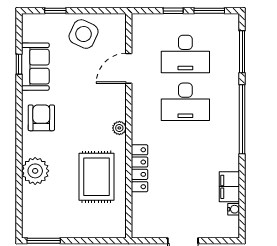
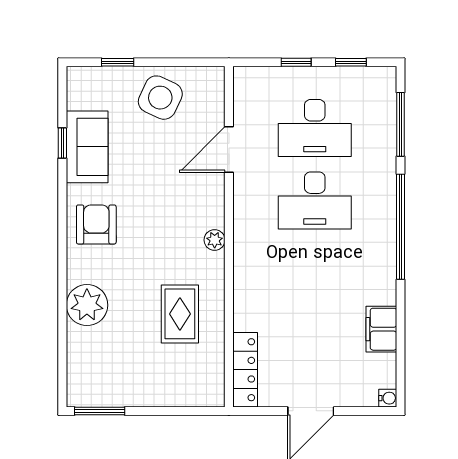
window: (209, 11) -> (351, 62), width x0.67
locker: (140, 168) -> (245, 370), moved
rug: (96, 177) -> (180, 314), width x0.73, depth x0.70
water cooler: (234, 209) -> (388, 398), moved

